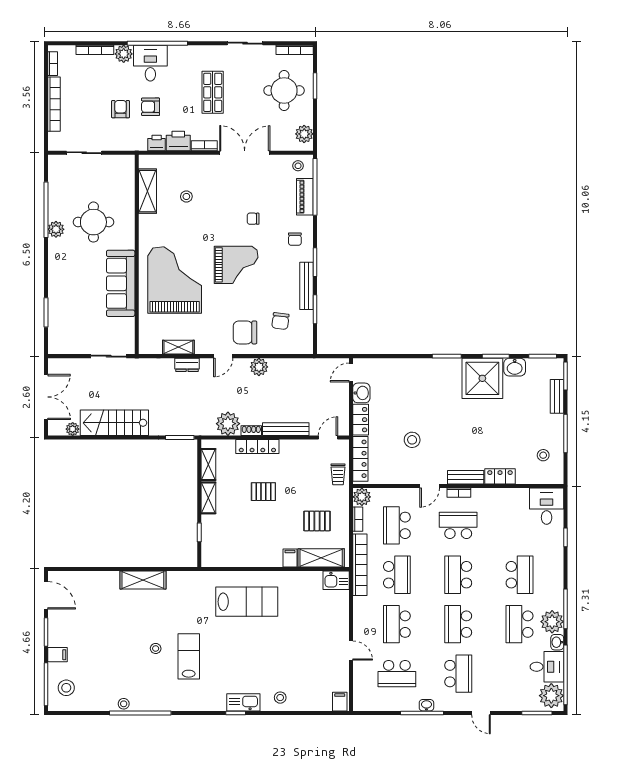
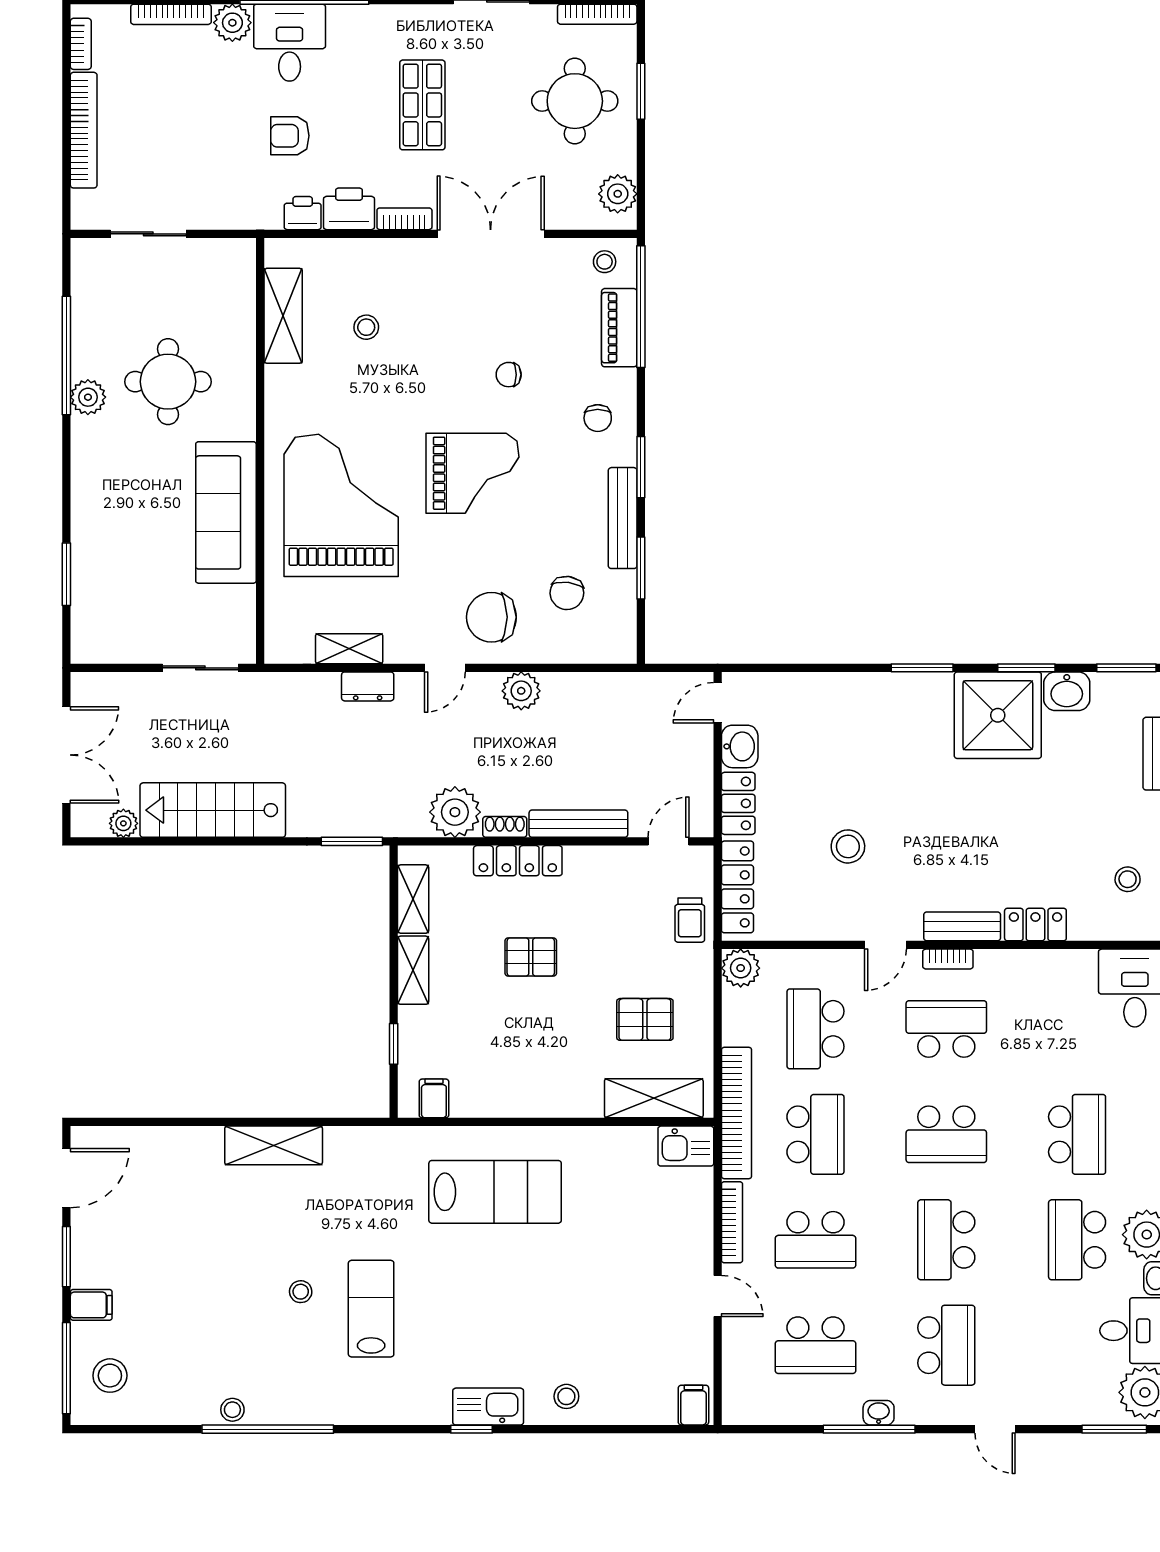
armchair: (121, 109) -> (226, 141), removed
bookcase: (358, 519) -> (732, 1222), moved, width x1.56
filing cabinet: (290, 558) -> (434, 1098), moved
school desk: (458, 575) -> (946, 1134), turned -90
door: (46, 595) -> (66, 1178), hinge flipped
school desk: (397, 624) -> (815, 1240), turned -90

